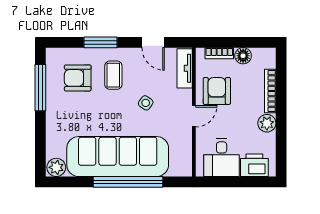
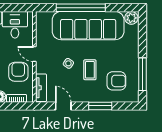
coffee table: (113, 75) -> (90, 70), moved
armchair: (217, 91) -> (18, 72), turned 180
door: (194, 116) -> (34, 54), hinge flipped

